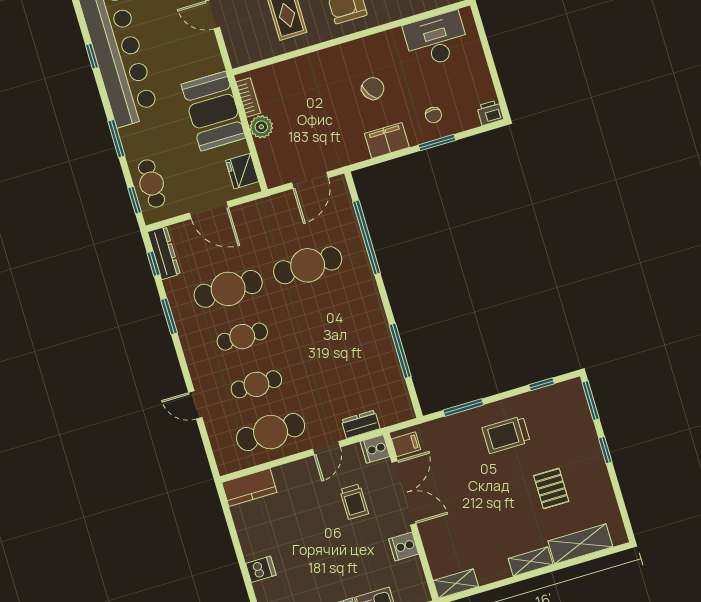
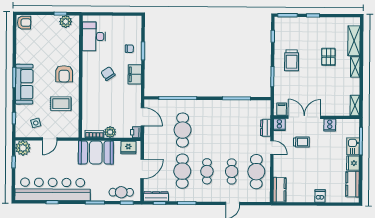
printer: (490, 113) -> (136, 132), moved
pallet: (551, 489) -> (328, 57), moved, turned 90

